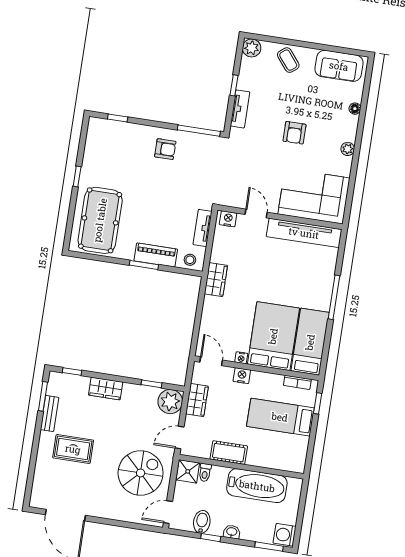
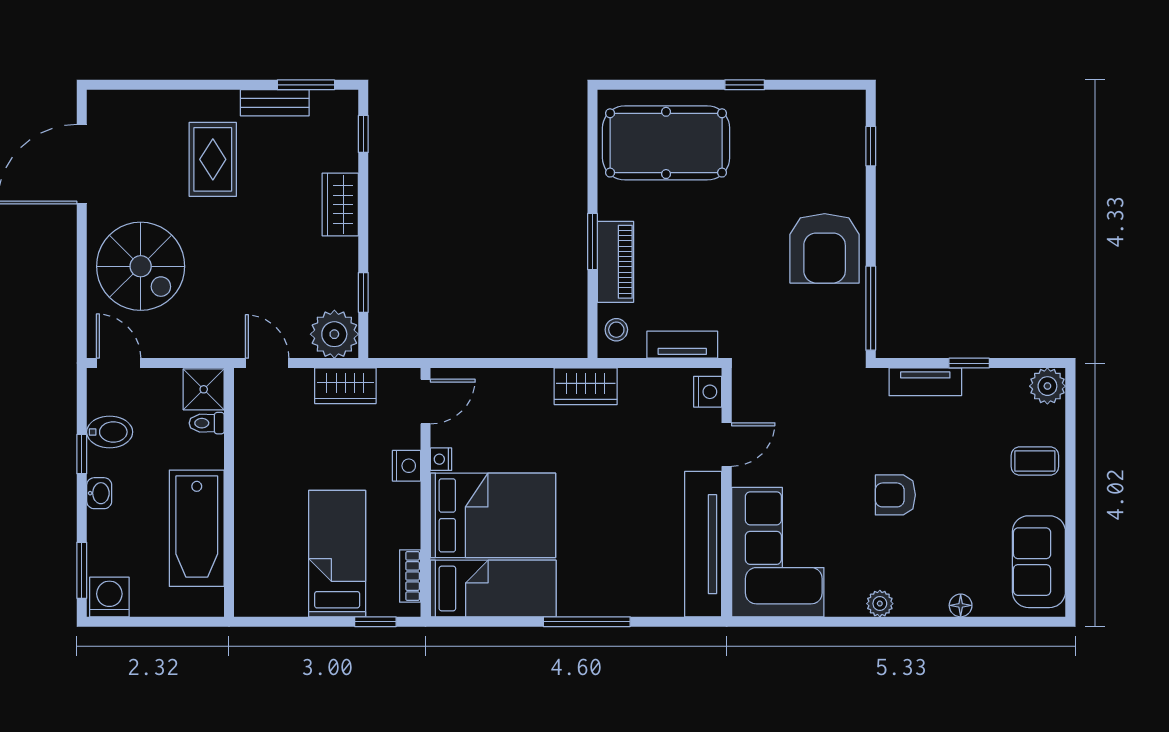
coffee table: (288, 60) -> (1035, 461), turned 39
armchair: (165, 149) -> (825, 248), width x1.88, depth x1.88
cot: (229, 453) -> (253, 463), removed
spiral stairs: (141, 473) -> (141, 266), moved

